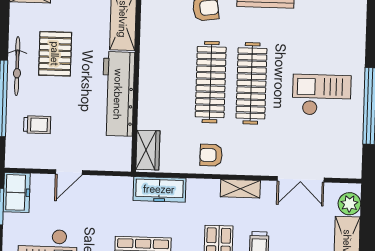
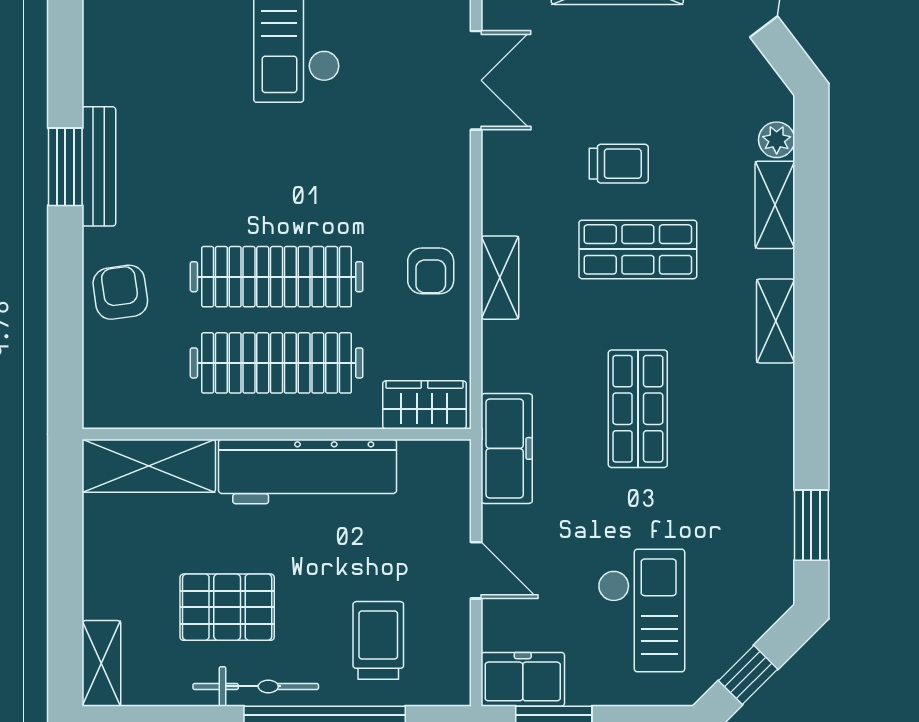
clothes rail: (251, 83) -> (277, 363), moved
trolley: (37, 125) -> (378, 640), width x1.36, depth x1.39
freezer: (159, 189) -> (507, 448), moved
shelving: (240, 189) -> (500, 278), moved

